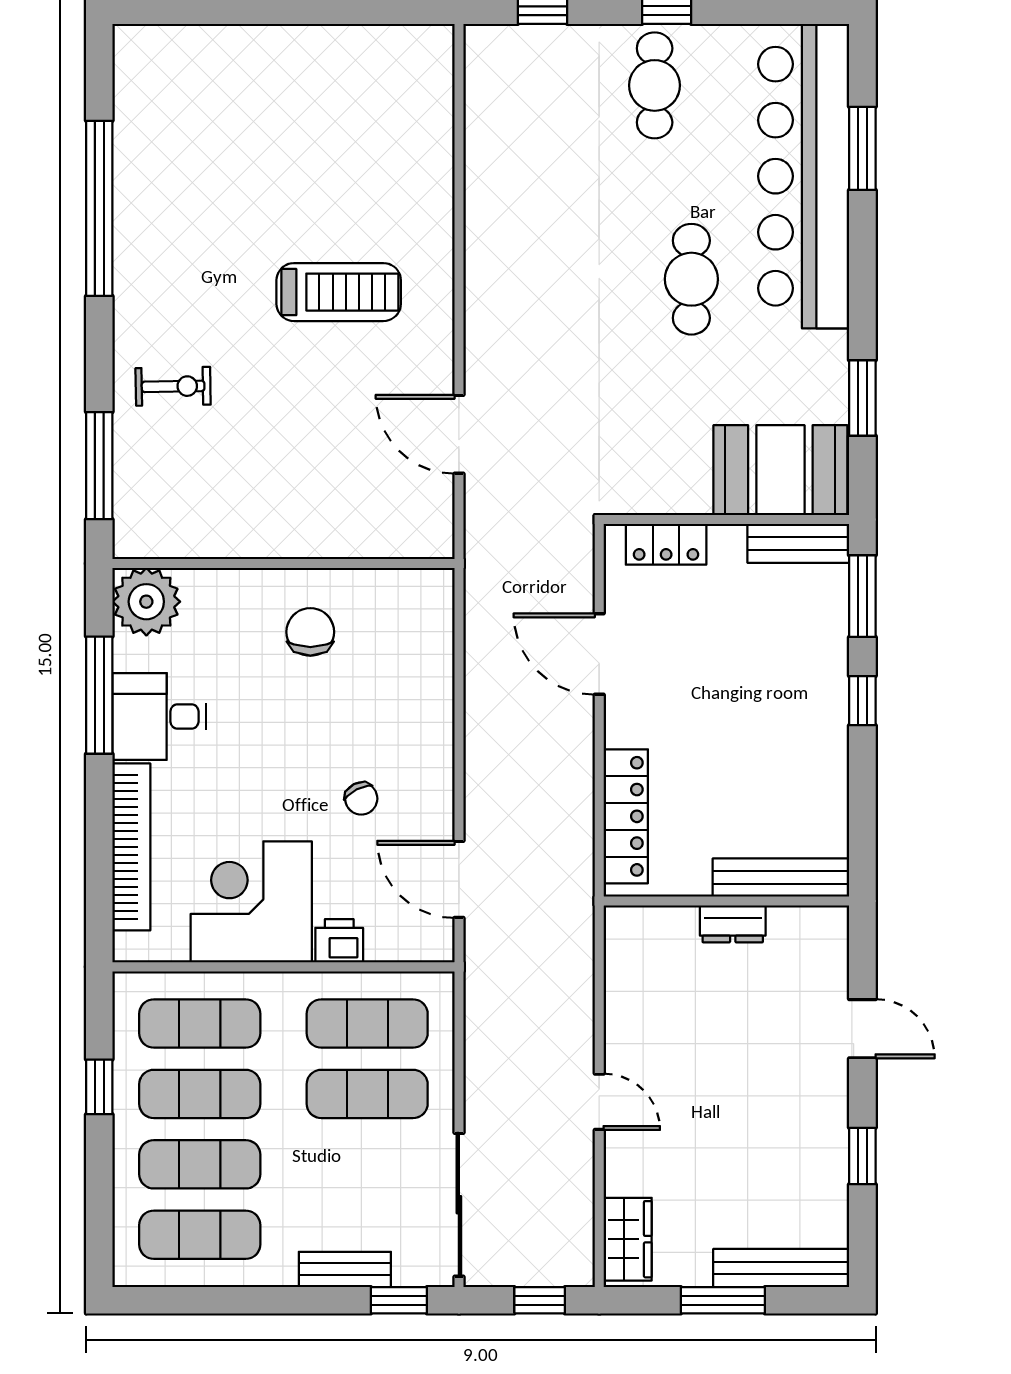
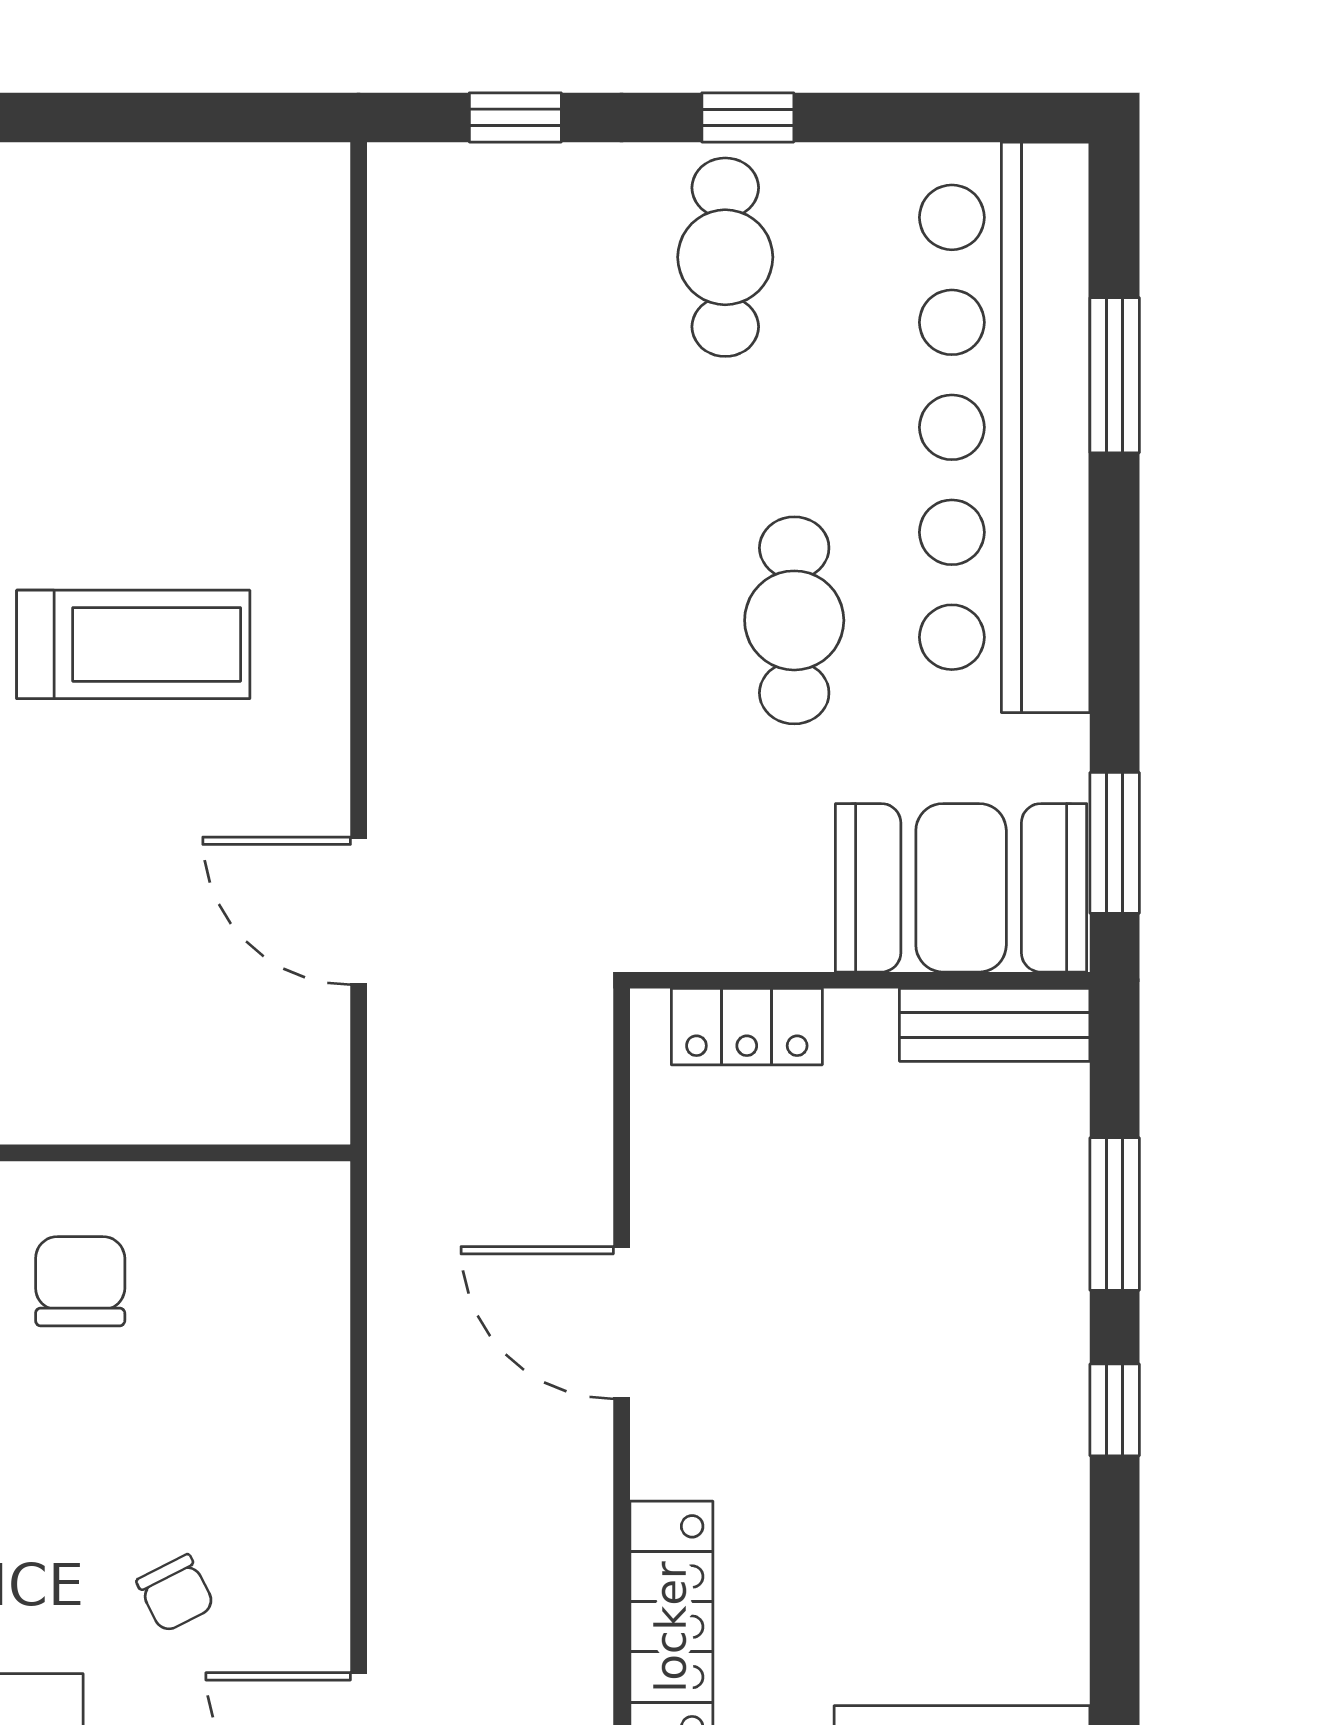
booth: (780, 470) -> (961, 888), moved
wall: (726, 520) -> (860, 980), moved
bench: (798, 543) -> (995, 1025), moved
locker: (666, 544) -> (747, 1027), moved

